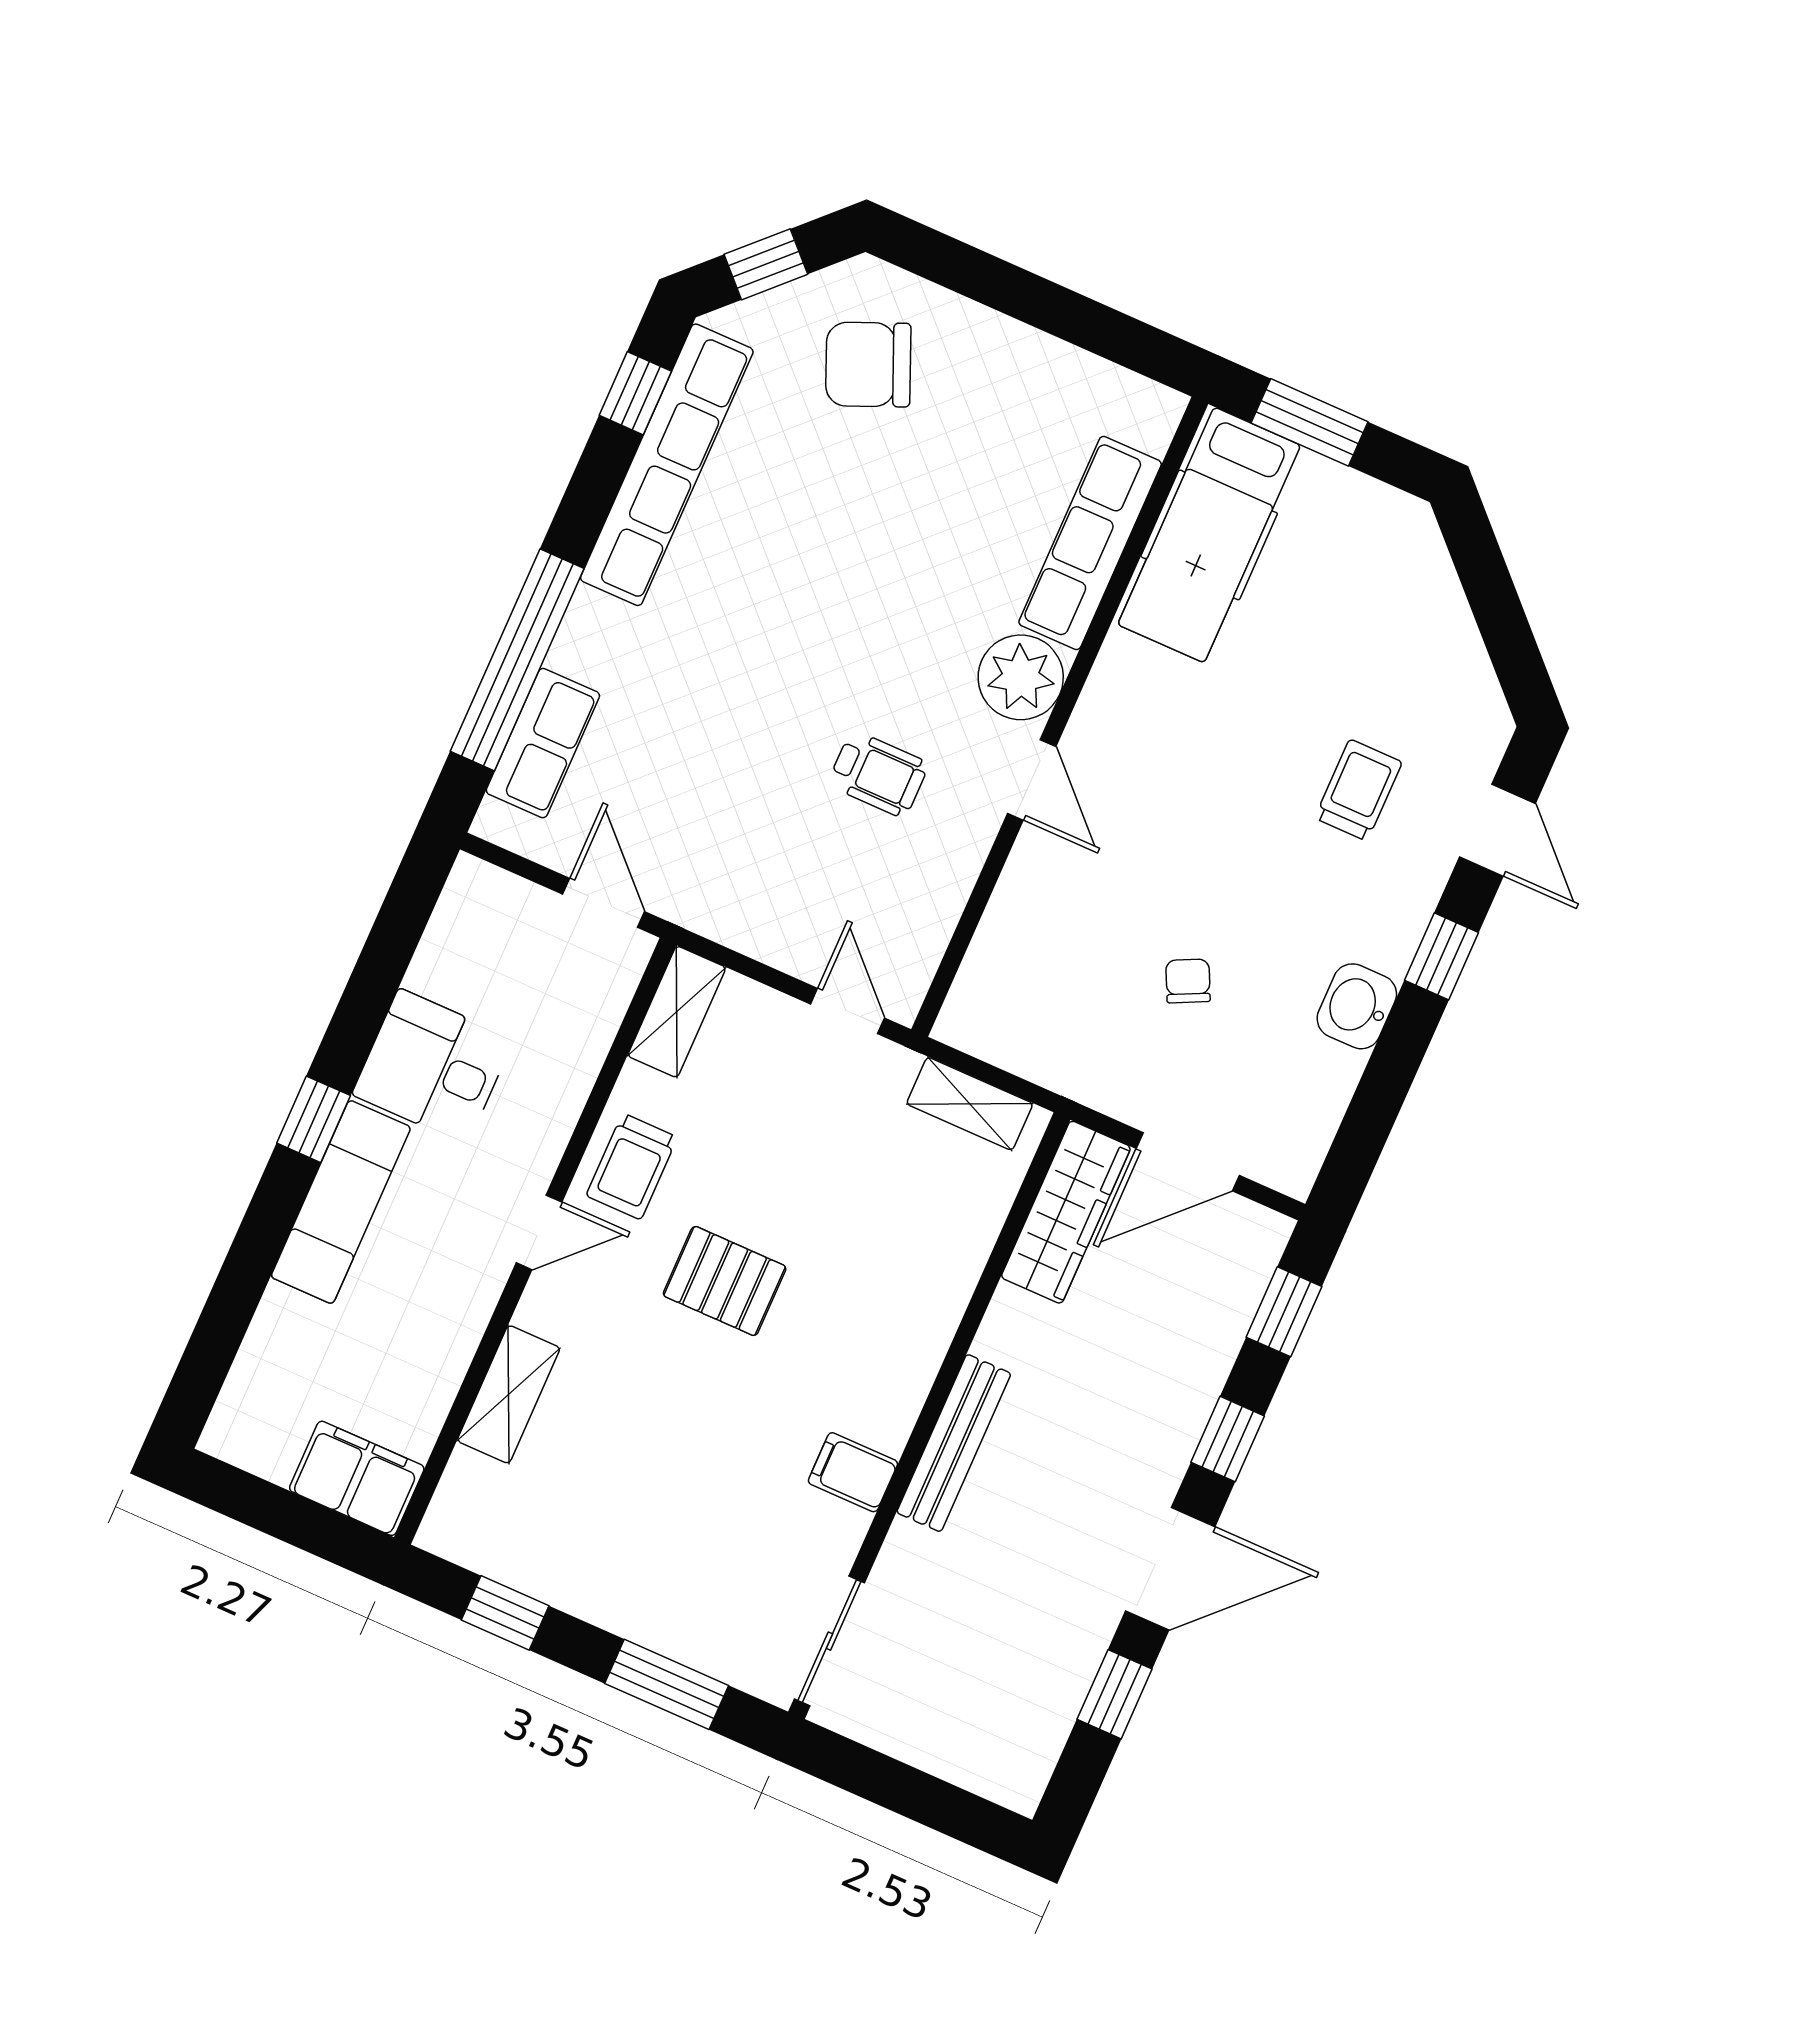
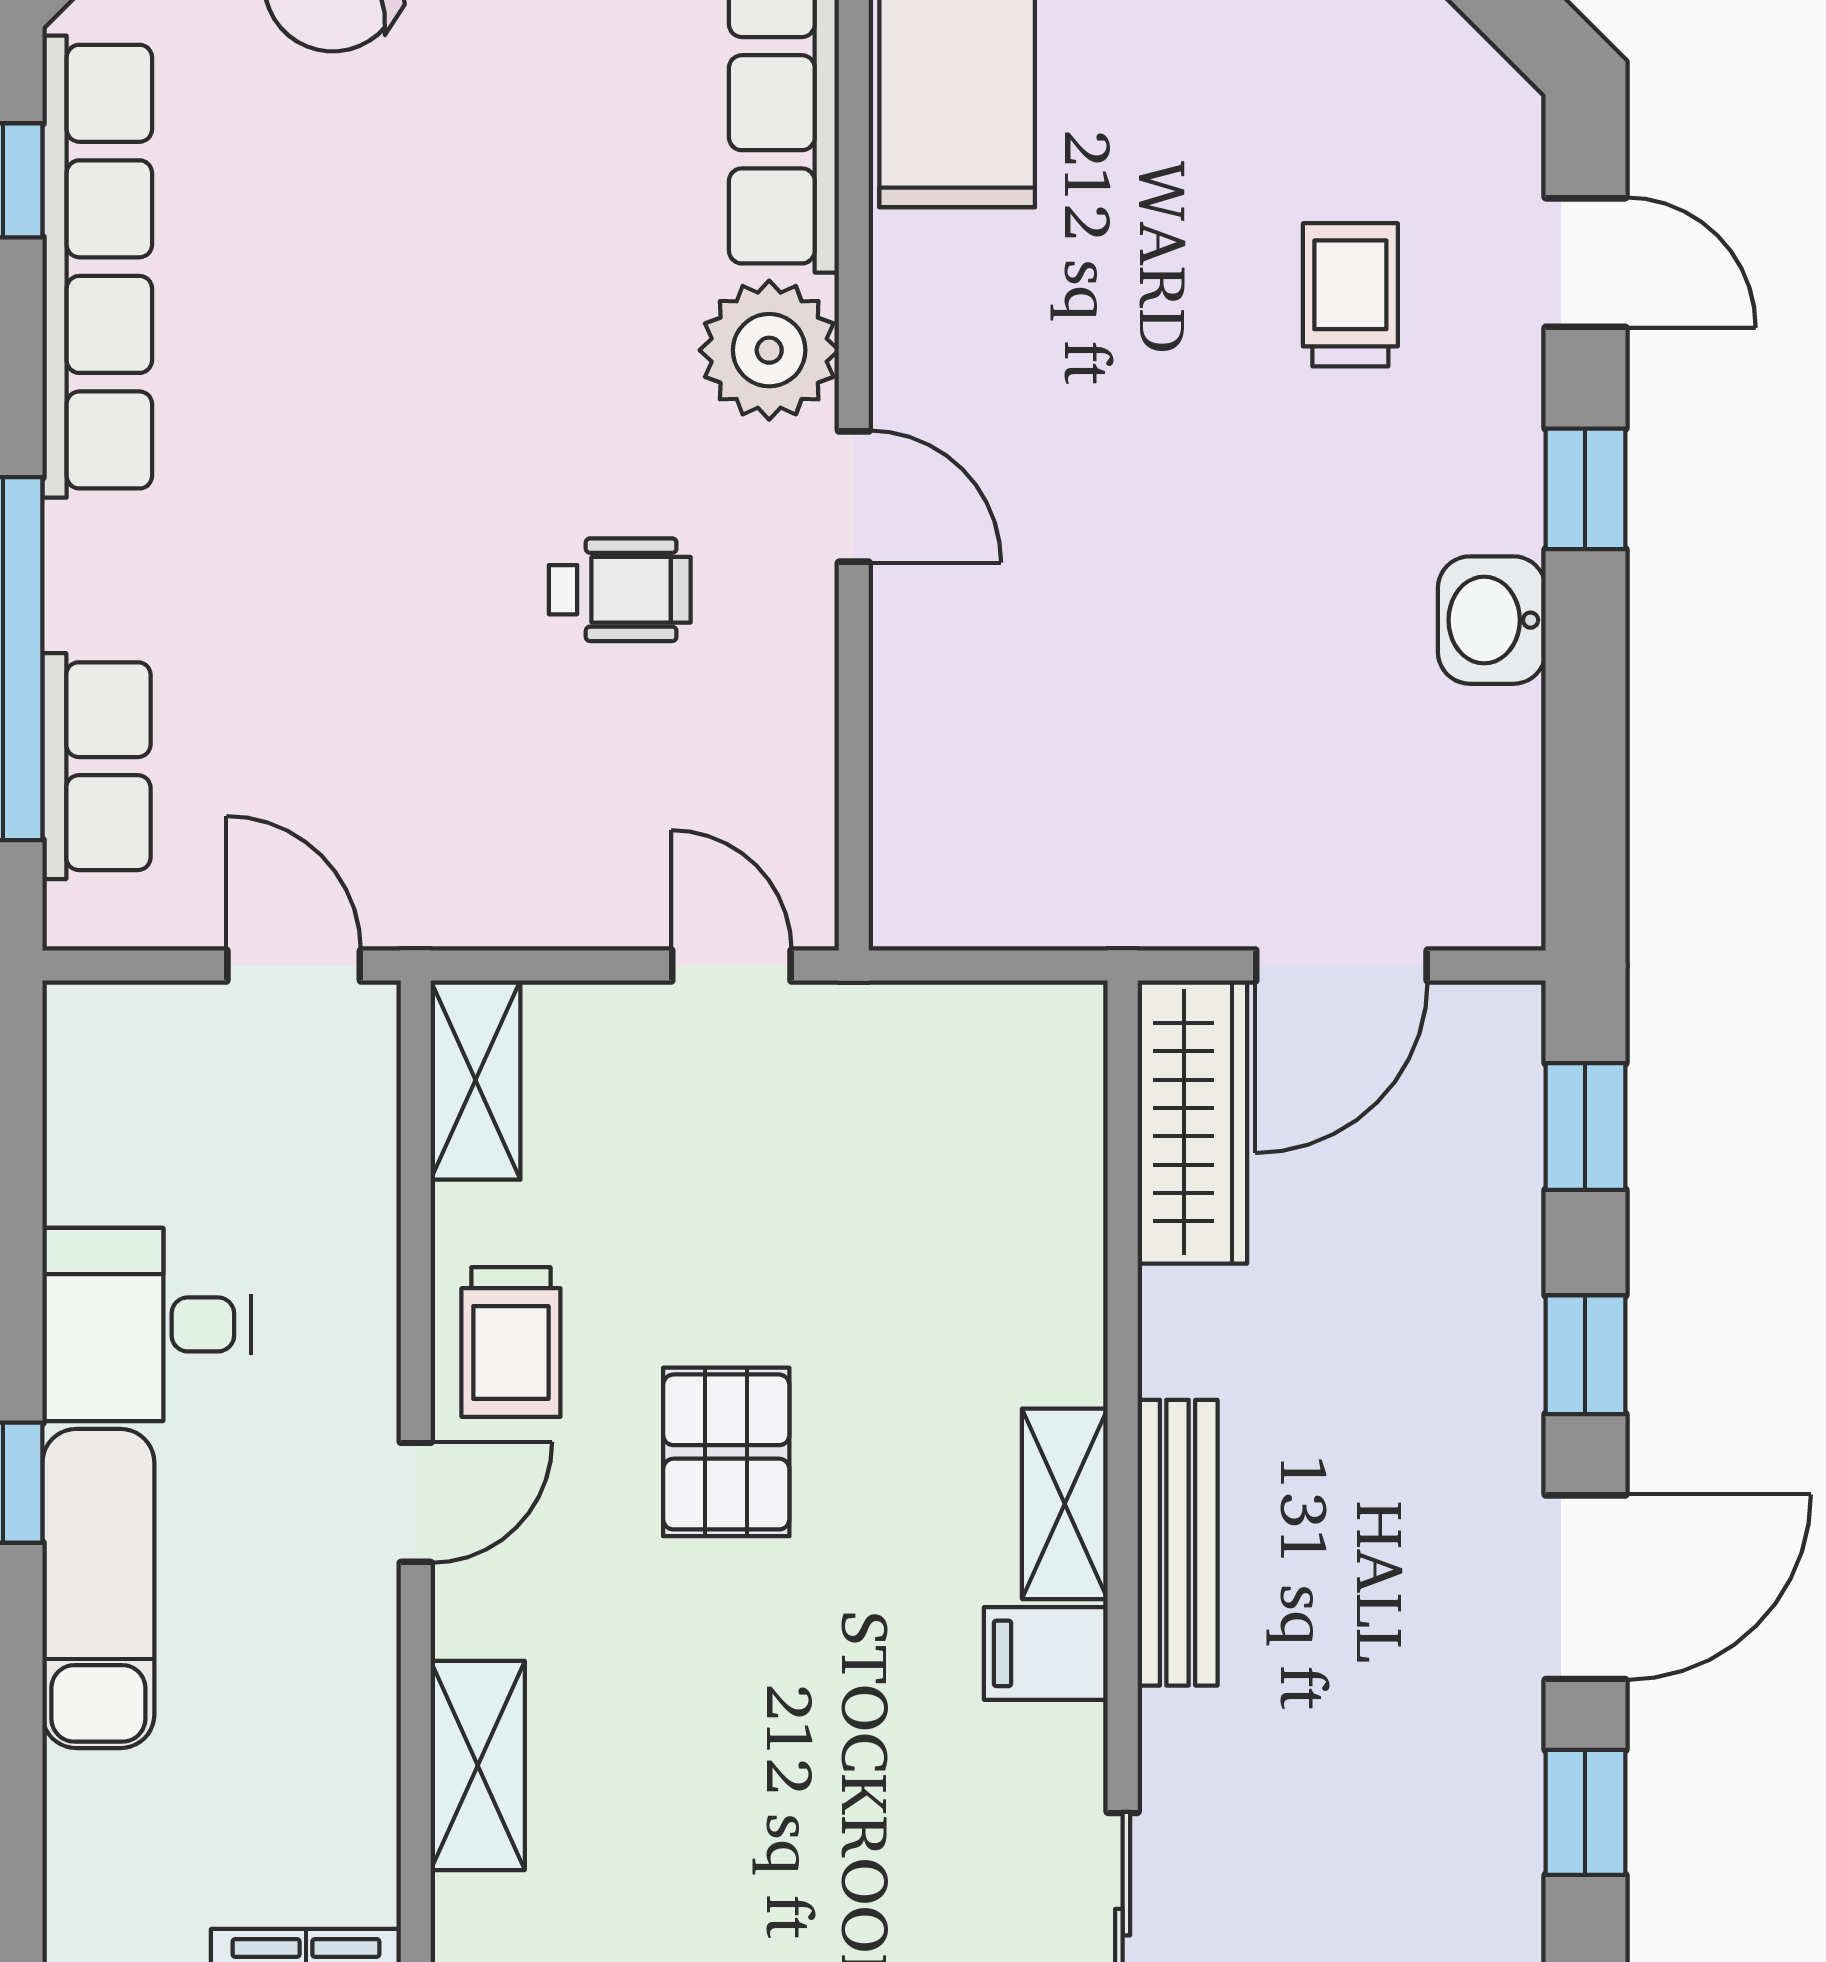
chair: (1188, 981) -> (1222, 694), removed
shelving: (970, 1104) -> (1065, 1504), moved, turned 90
pallet: (725, 1281) -> (726, 1452), turned 90

